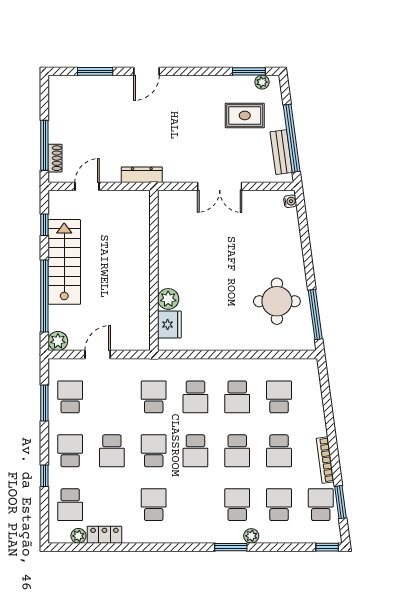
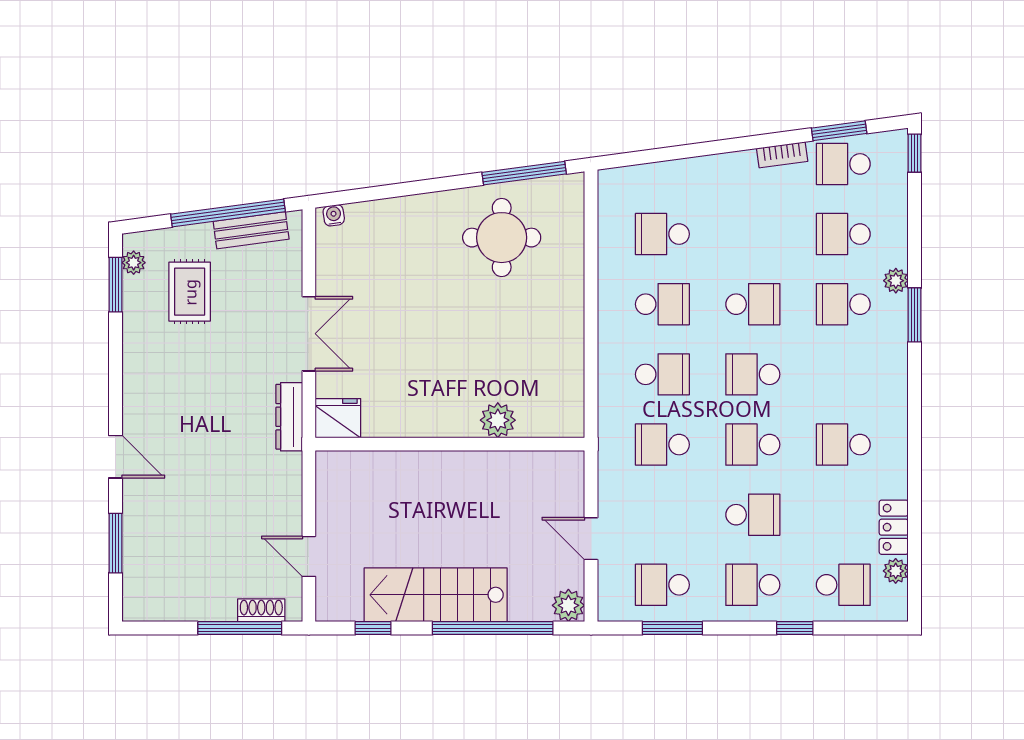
dresser: (142, 175) -> (289, 417), moved
fridge: (169, 324) -> (338, 418), moved
school desk: (195, 451) -> (753, 374), turned 180
school desk: (279, 451) -> (753, 234), removed
bookcase: (325, 460) -> (782, 155), width x0.64

